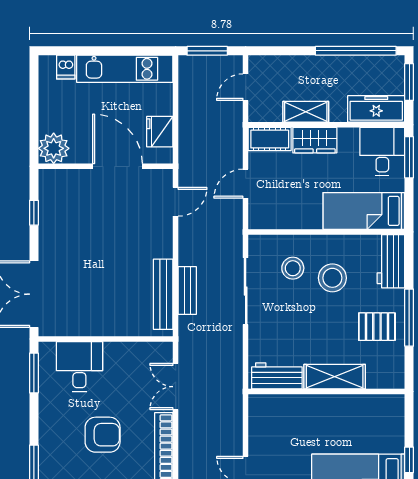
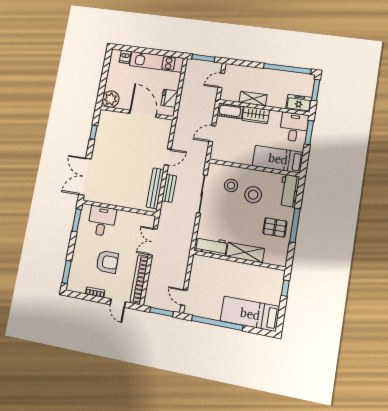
freezer: (376, 109) -> (299, 103), width x0.71
door: (176, 202) -> (168, 157), moved
window: (409, 460) -> (285, 288), moved

